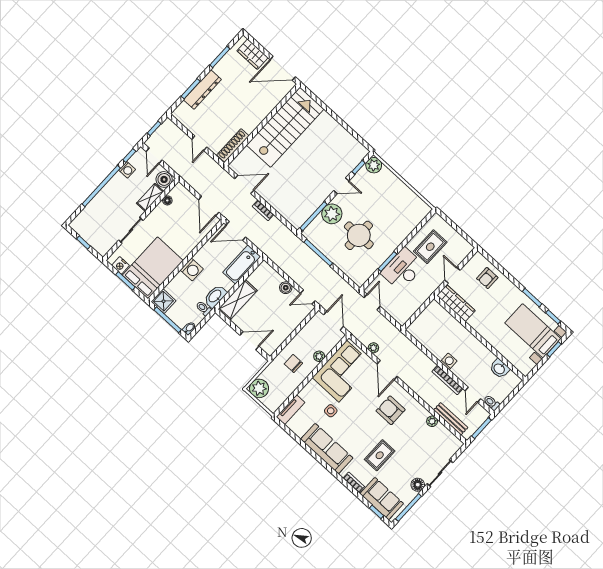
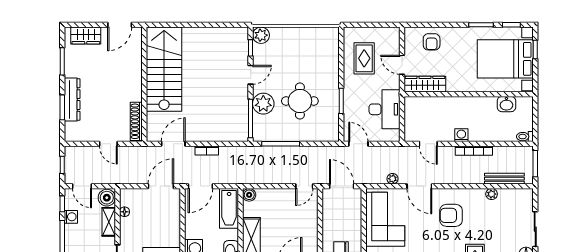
door: (283, 68) -> (120, 25), width x0.73
door: (209, 206) -> (161, 186), swing flipped
desk: (403, 269) -> (385, 109), moved, turned 180
boiler: (286, 288) -> (249, 195), moved
bed with nightstands: (533, 331) -> (505, 59), width x1.36
plant: (319, 356) -> (356, 225), removed
door: (473, 395) -> (428, 144), moved

